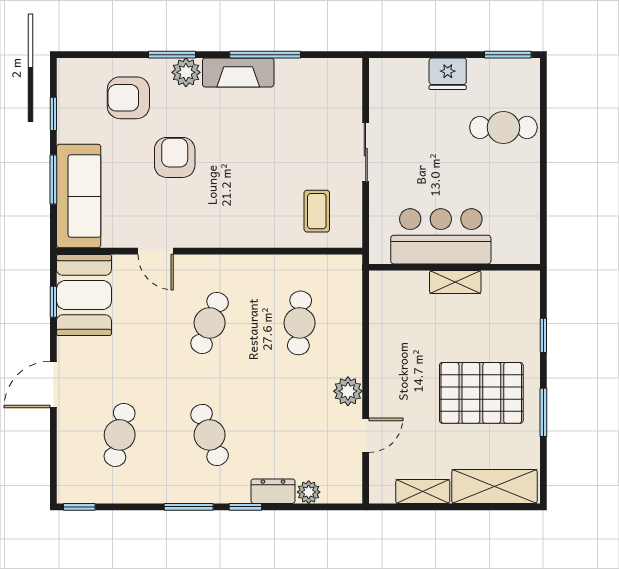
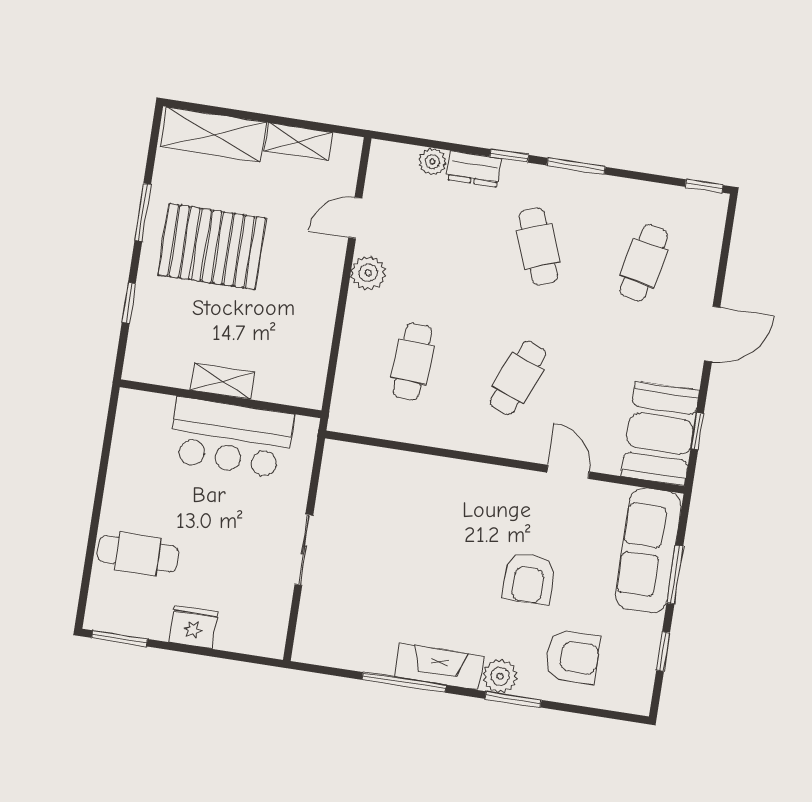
coffee table: (317, 211) -> (372, 490), removed

